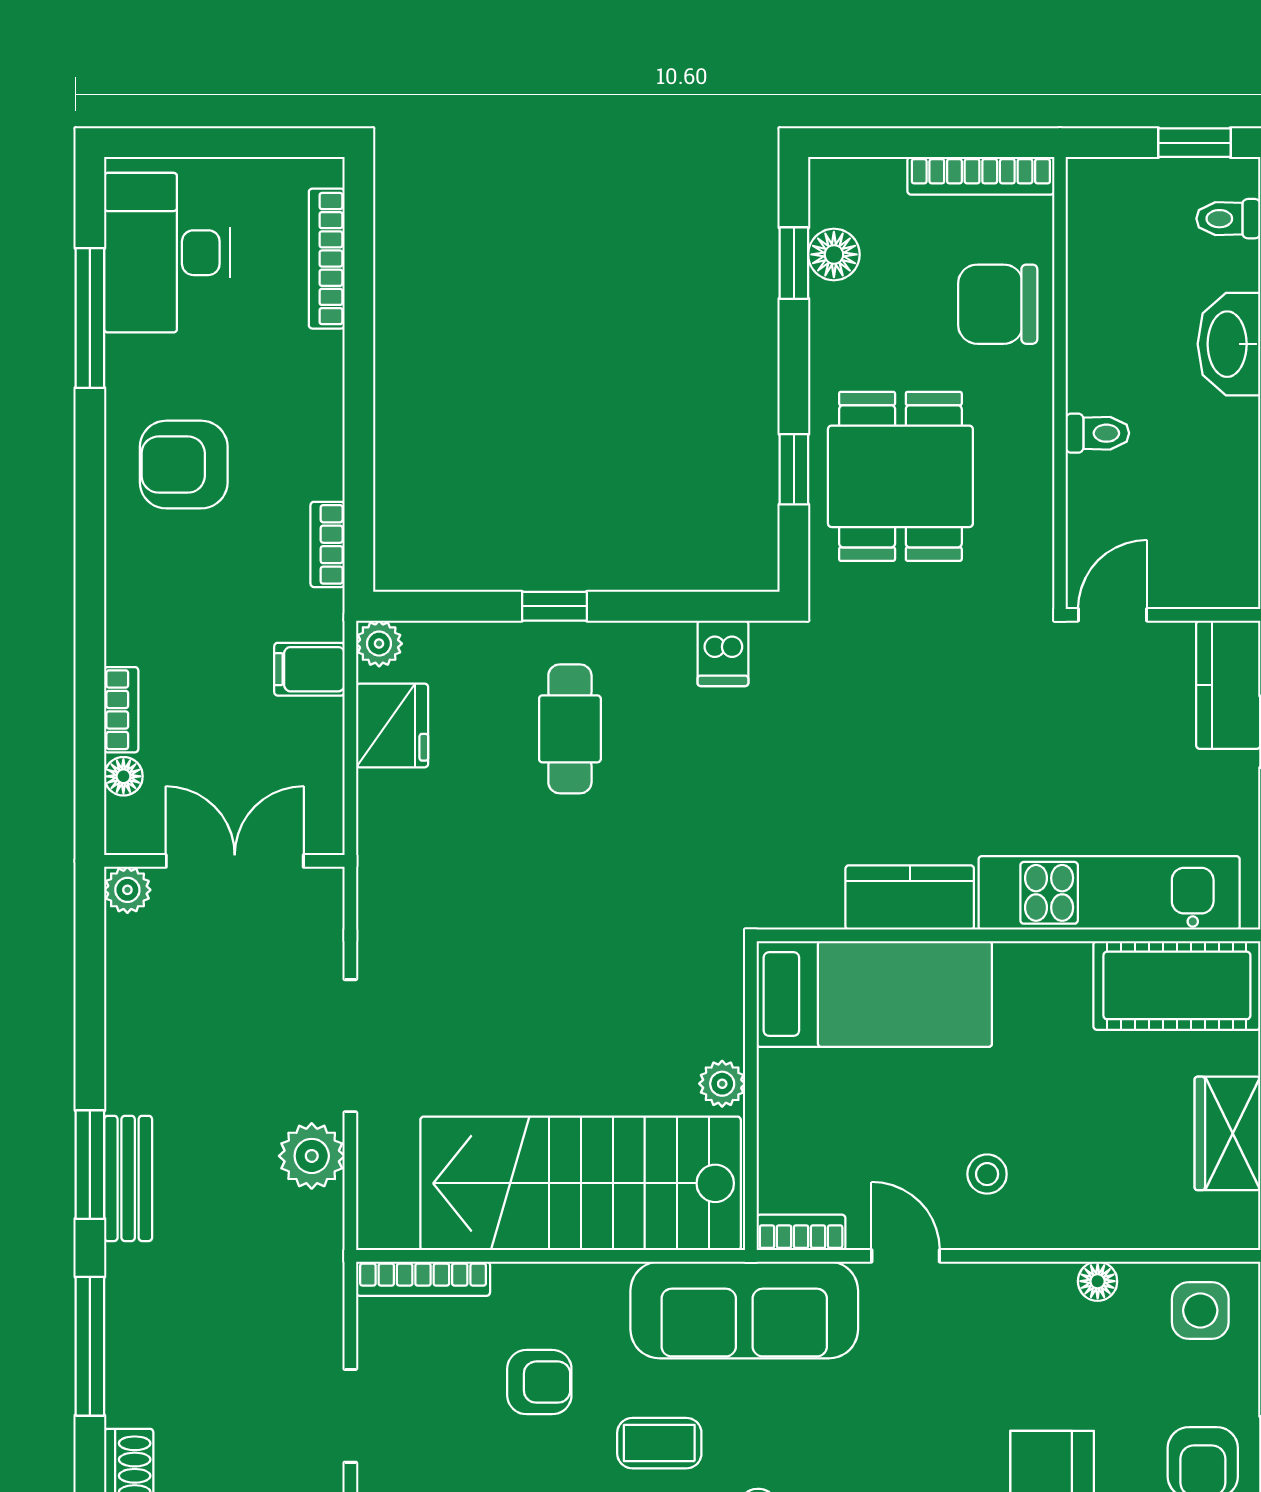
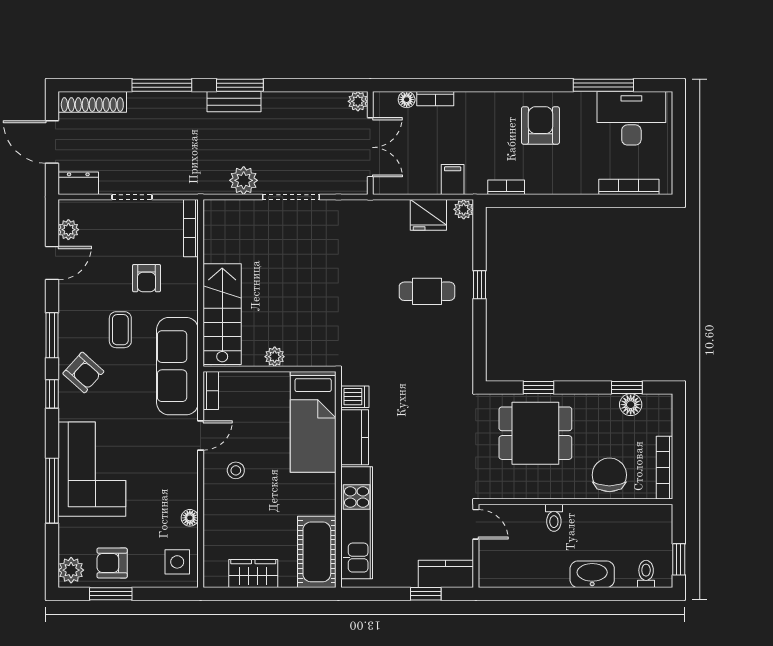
dishwasher: (723, 653) -> (355, 397), moved, turned 180
stairs: (581, 1183) -> (222, 314), width x0.73, depth x0.66

